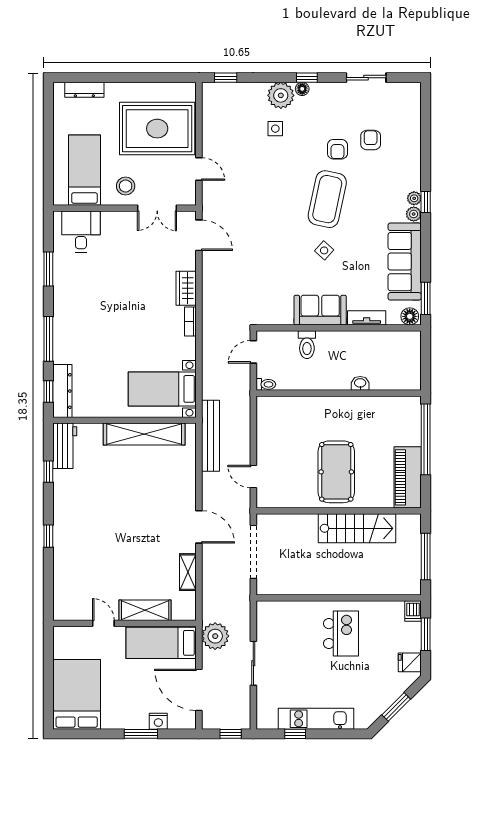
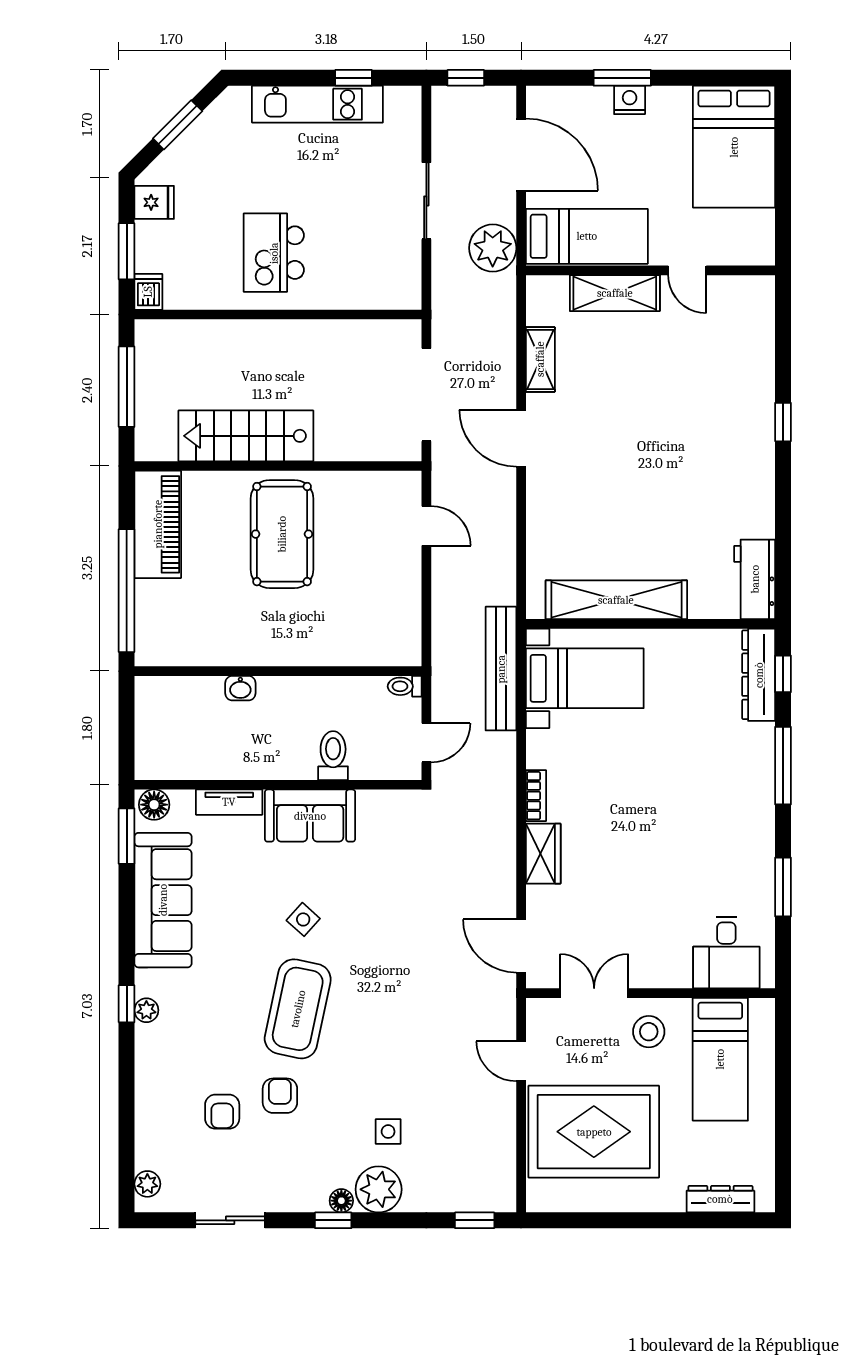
plant: (414, 214) -> (147, 1184), moved
bench: (210, 436) -> (501, 669), moved
window: (48, 472) -> (783, 534), removed
nightstand: (158, 721) -> (630, 100), moved

